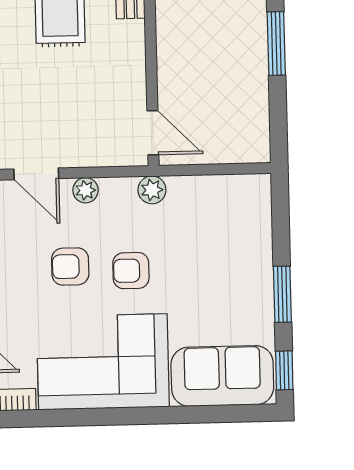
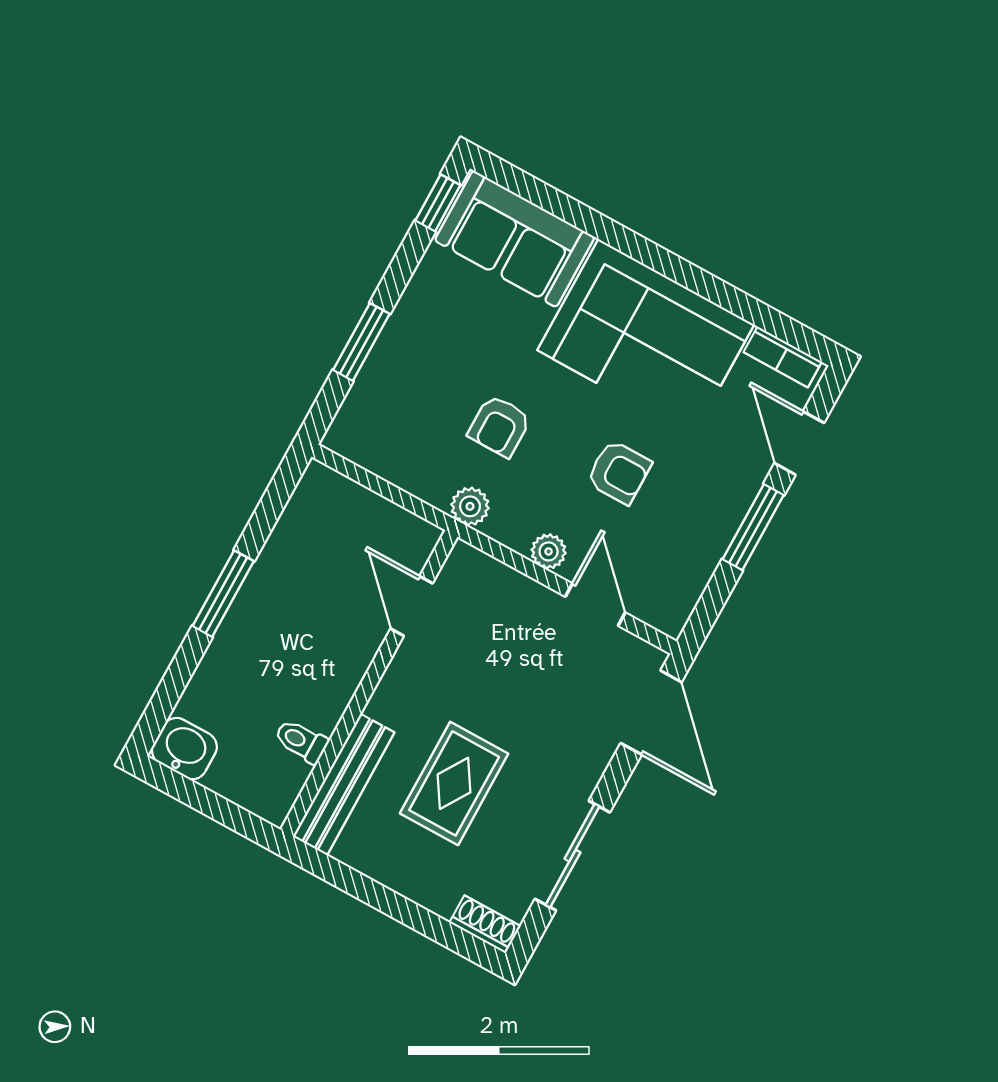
door: (153, 133) -> (412, 606), moved
armchair: (131, 271) -> (499, 426), moved, turned 90
window: (282, 294) -> (361, 342), moved

